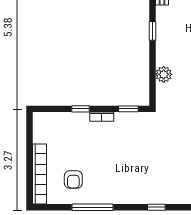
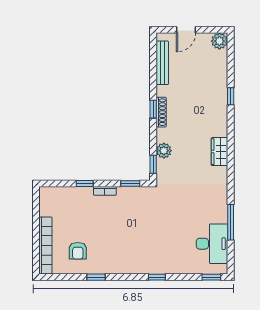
shoe rack: (161, 34) -> (161, 112), added
window: (152, 89) -> (153, 164), added
window: (92, 207) -> (96, 277), width x0.46

